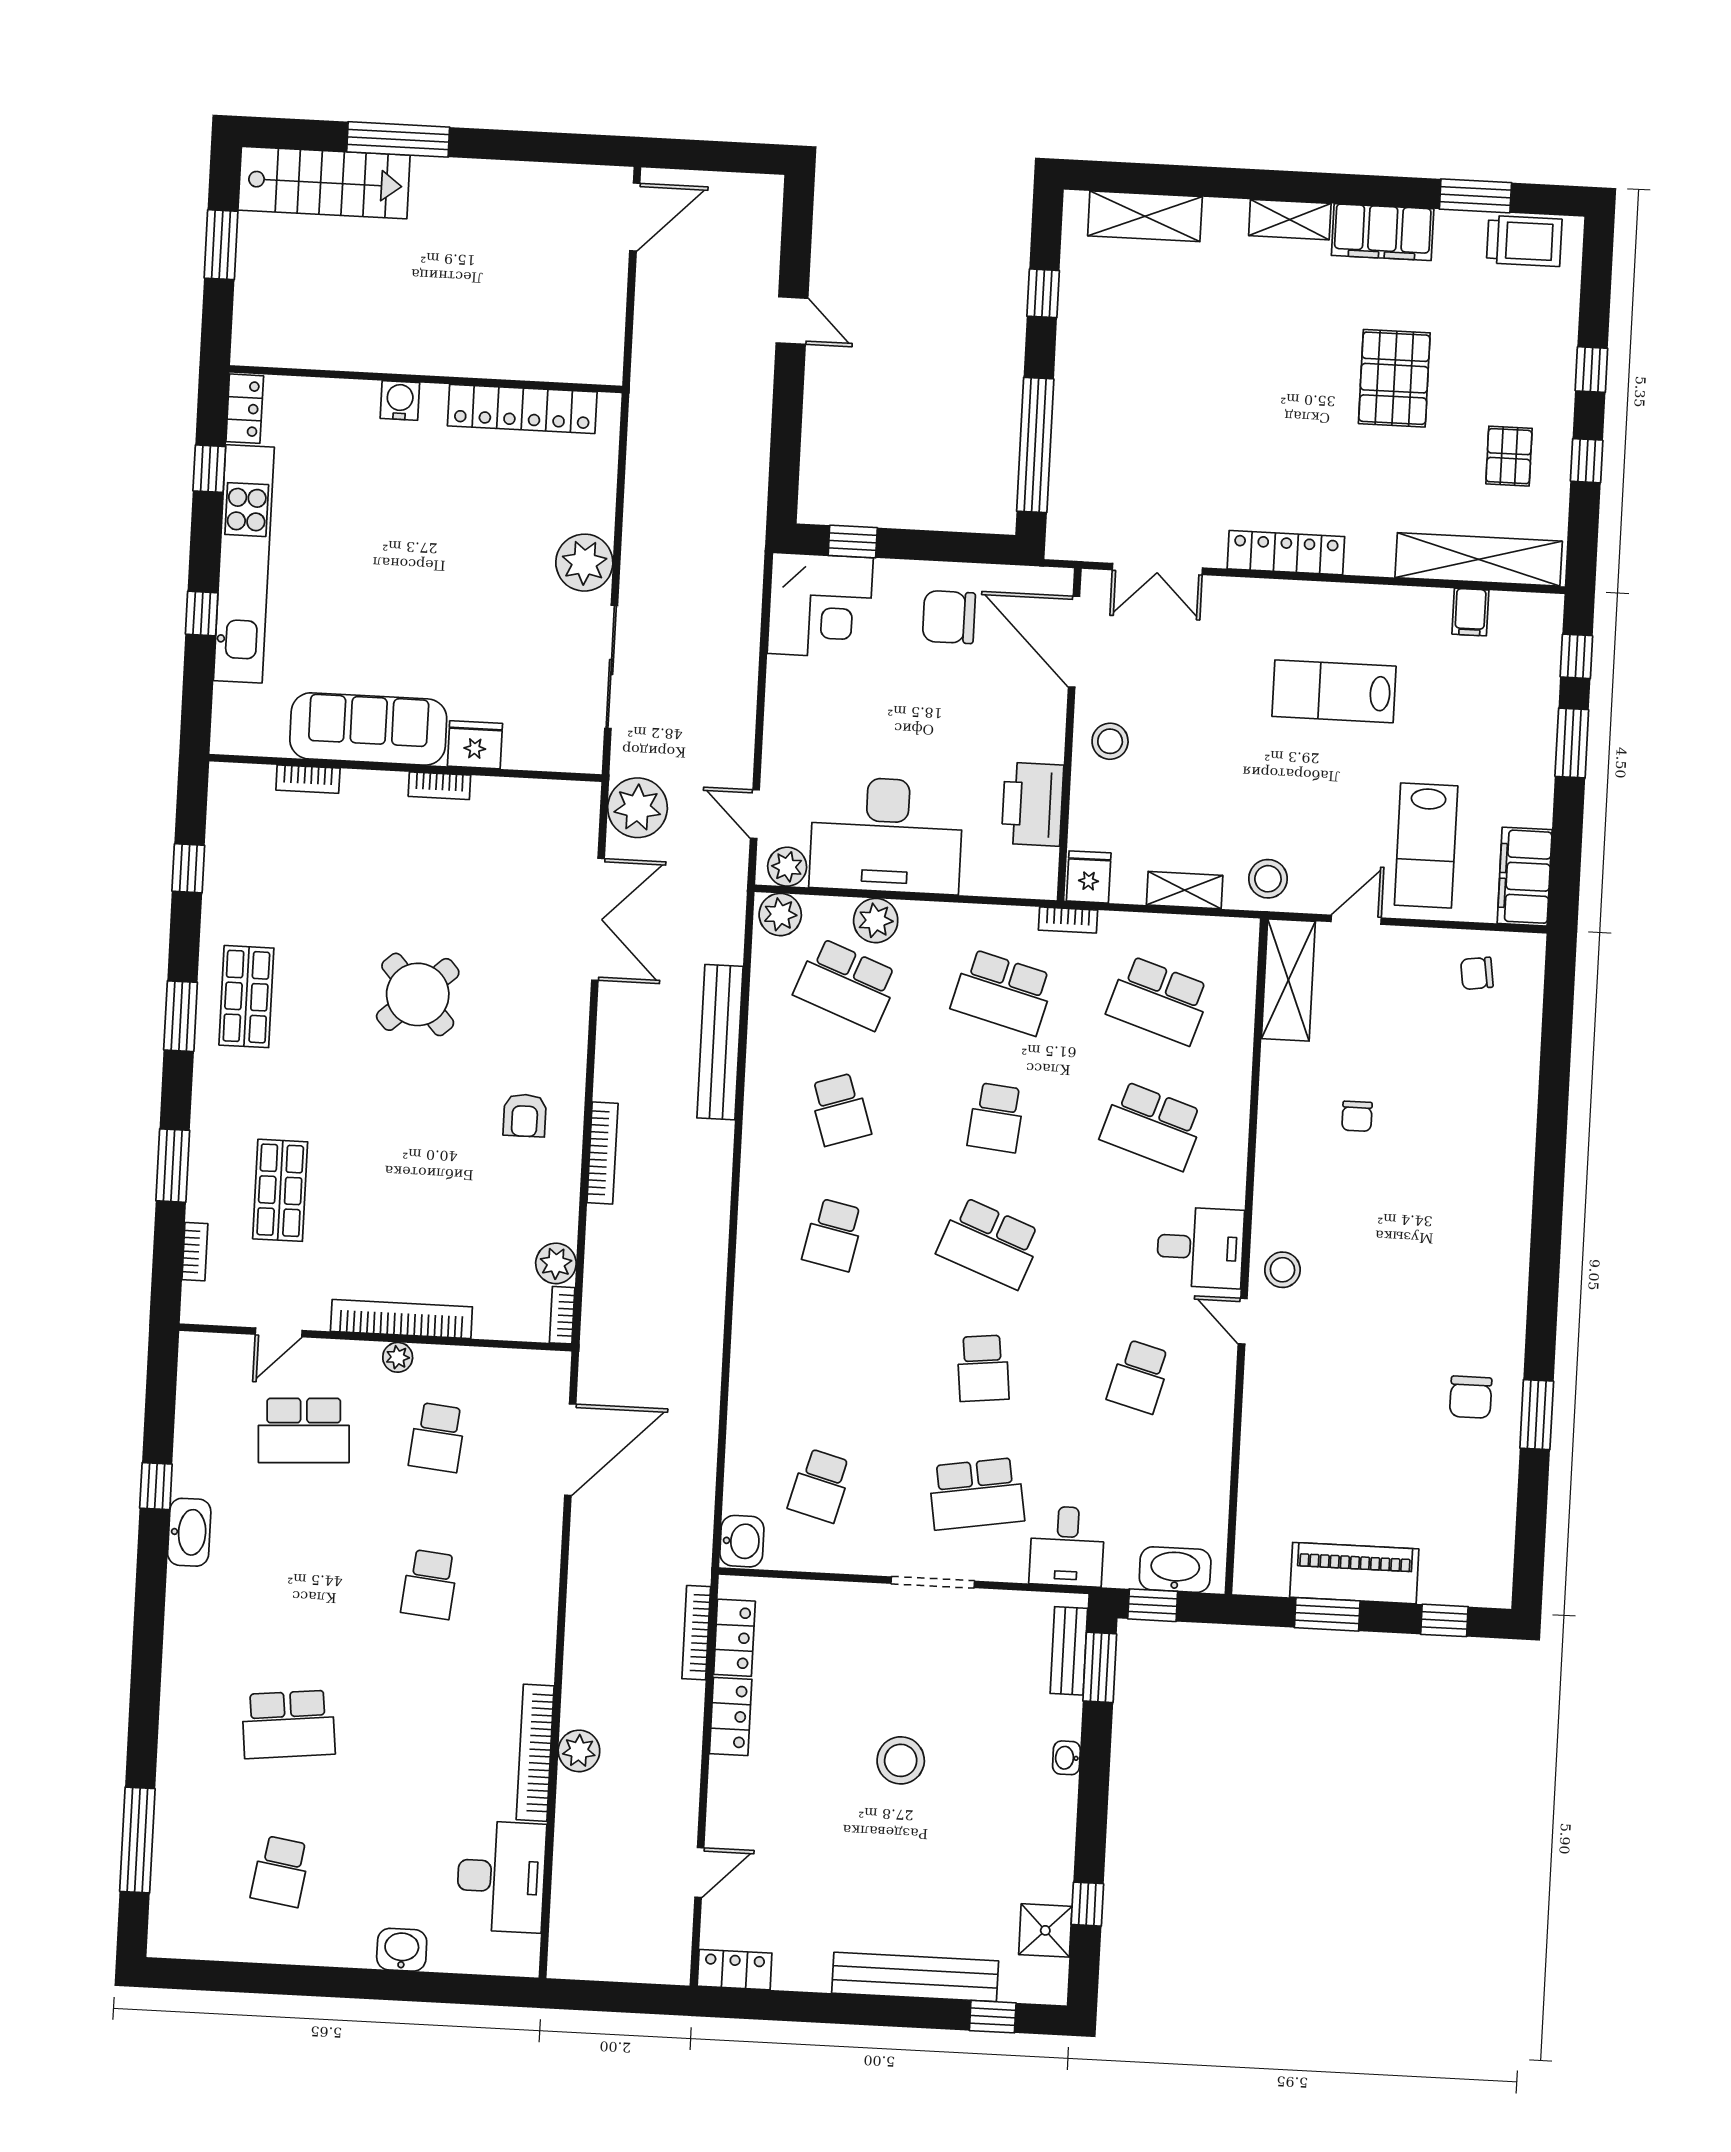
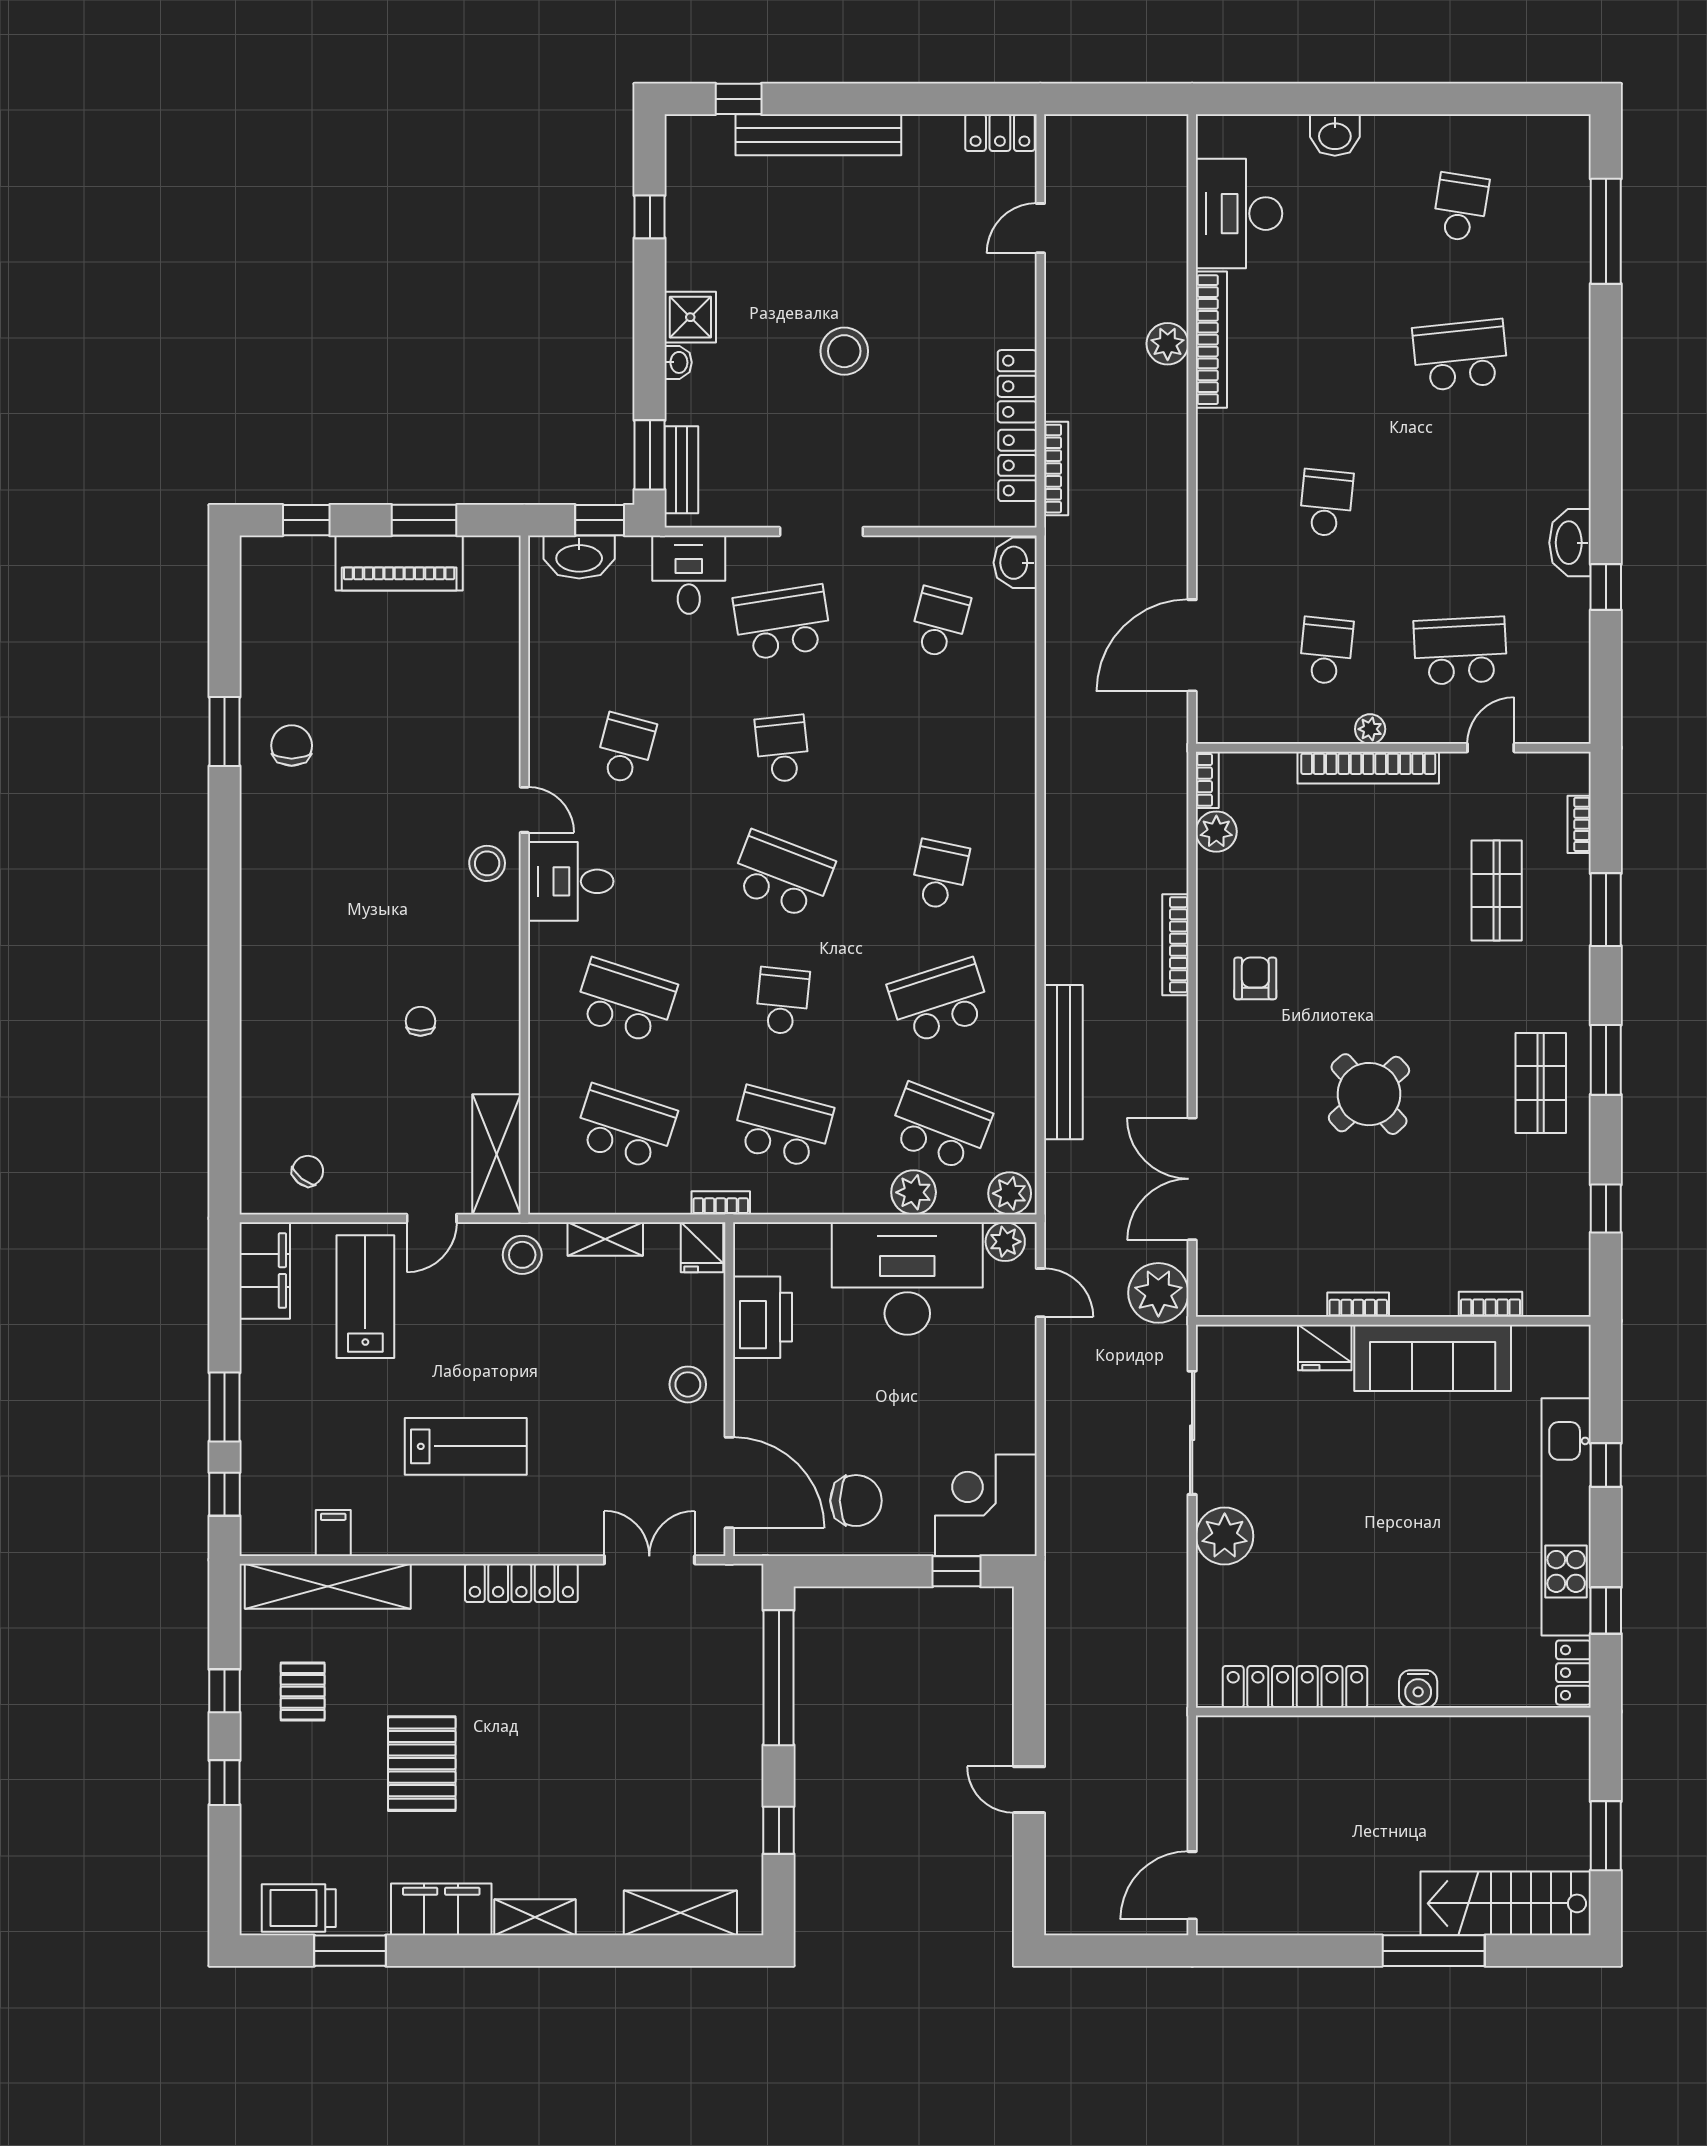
chair: (1477, 973) -> (308, 1171), turned -44
school desk: (840, 1109) -> (939, 1001), width x1.85
shower: (1045, 1930) -> (690, 317), moved

